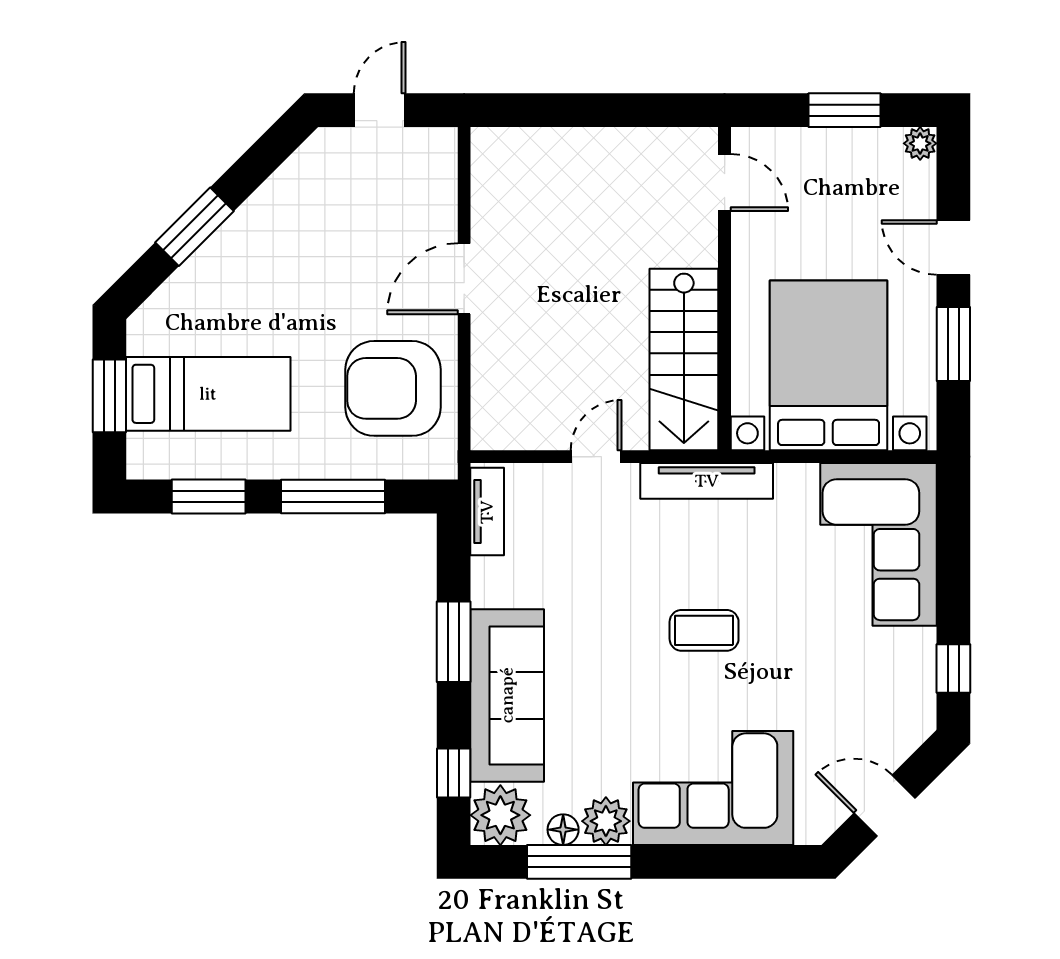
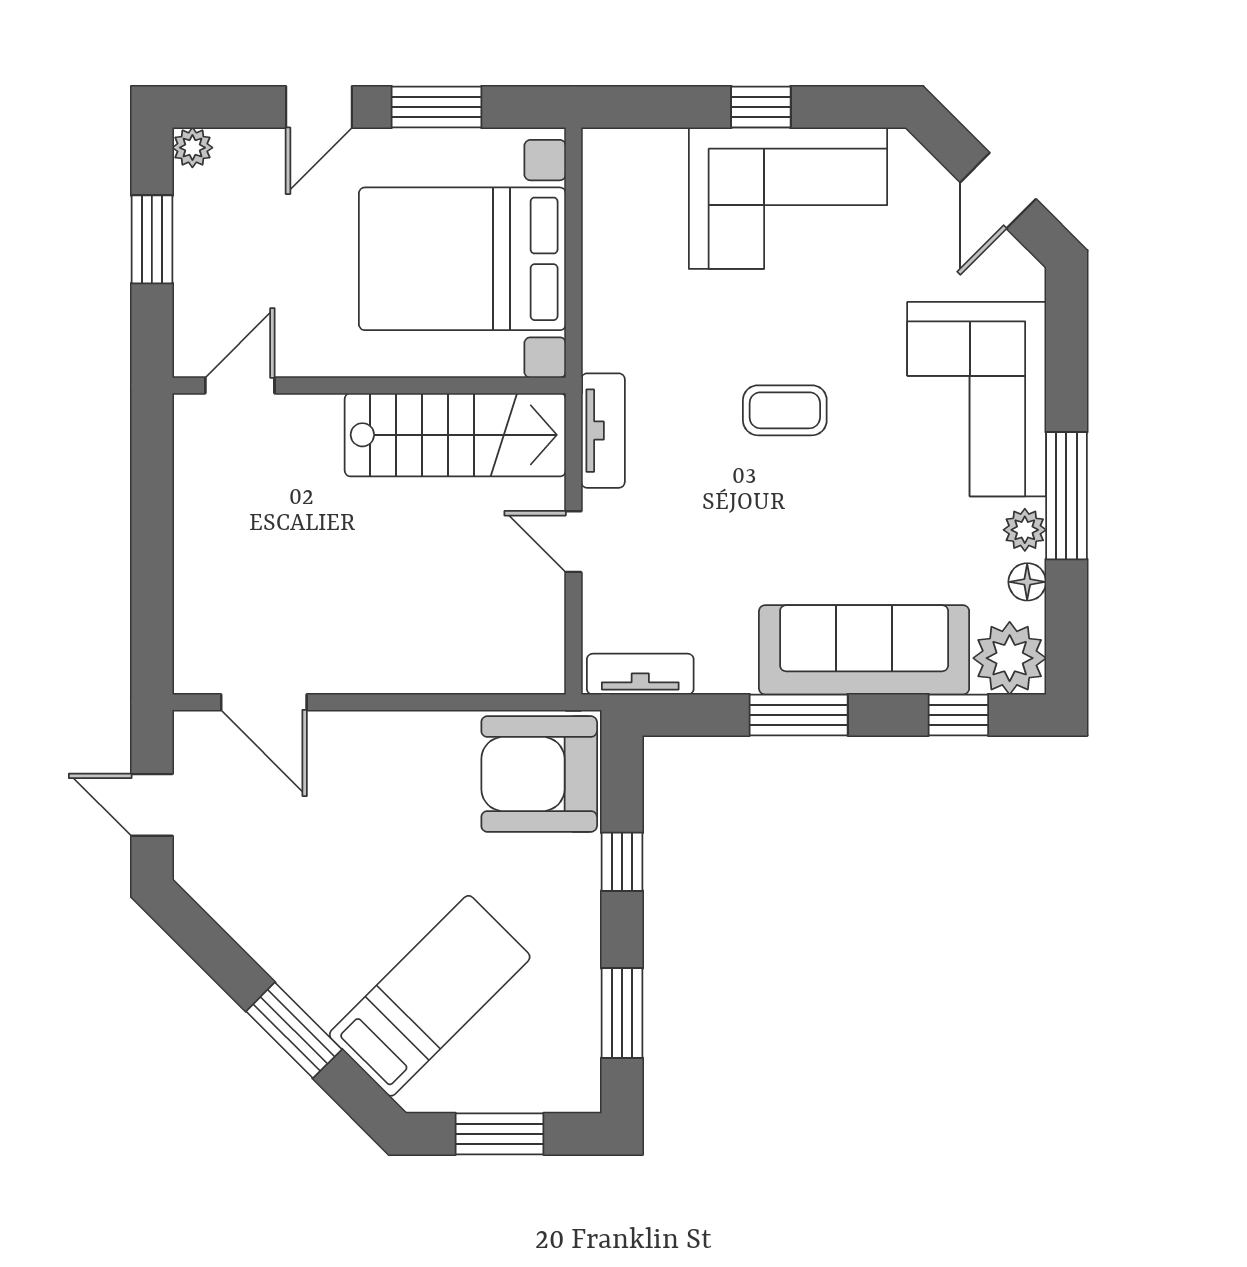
door: (464, 279) -> (264, 702), moved
armchair: (393, 388) -> (539, 774), moved, turned 90
bed: (208, 394) -> (430, 996), moved, turned 45
tv unit: (707, 481) -> (603, 431), width x0.71
window: (333, 497) -> (622, 862), width x0.46
corner sofa: (878, 544) -> (788, 198), moved
coffee table: (704, 630) -> (785, 410), turned 90
window: (953, 668) -> (761, 107), moved
plant: (606, 821) -> (1025, 530), width x0.73, depth x0.73
window: (579, 862) -> (1066, 496), moved

